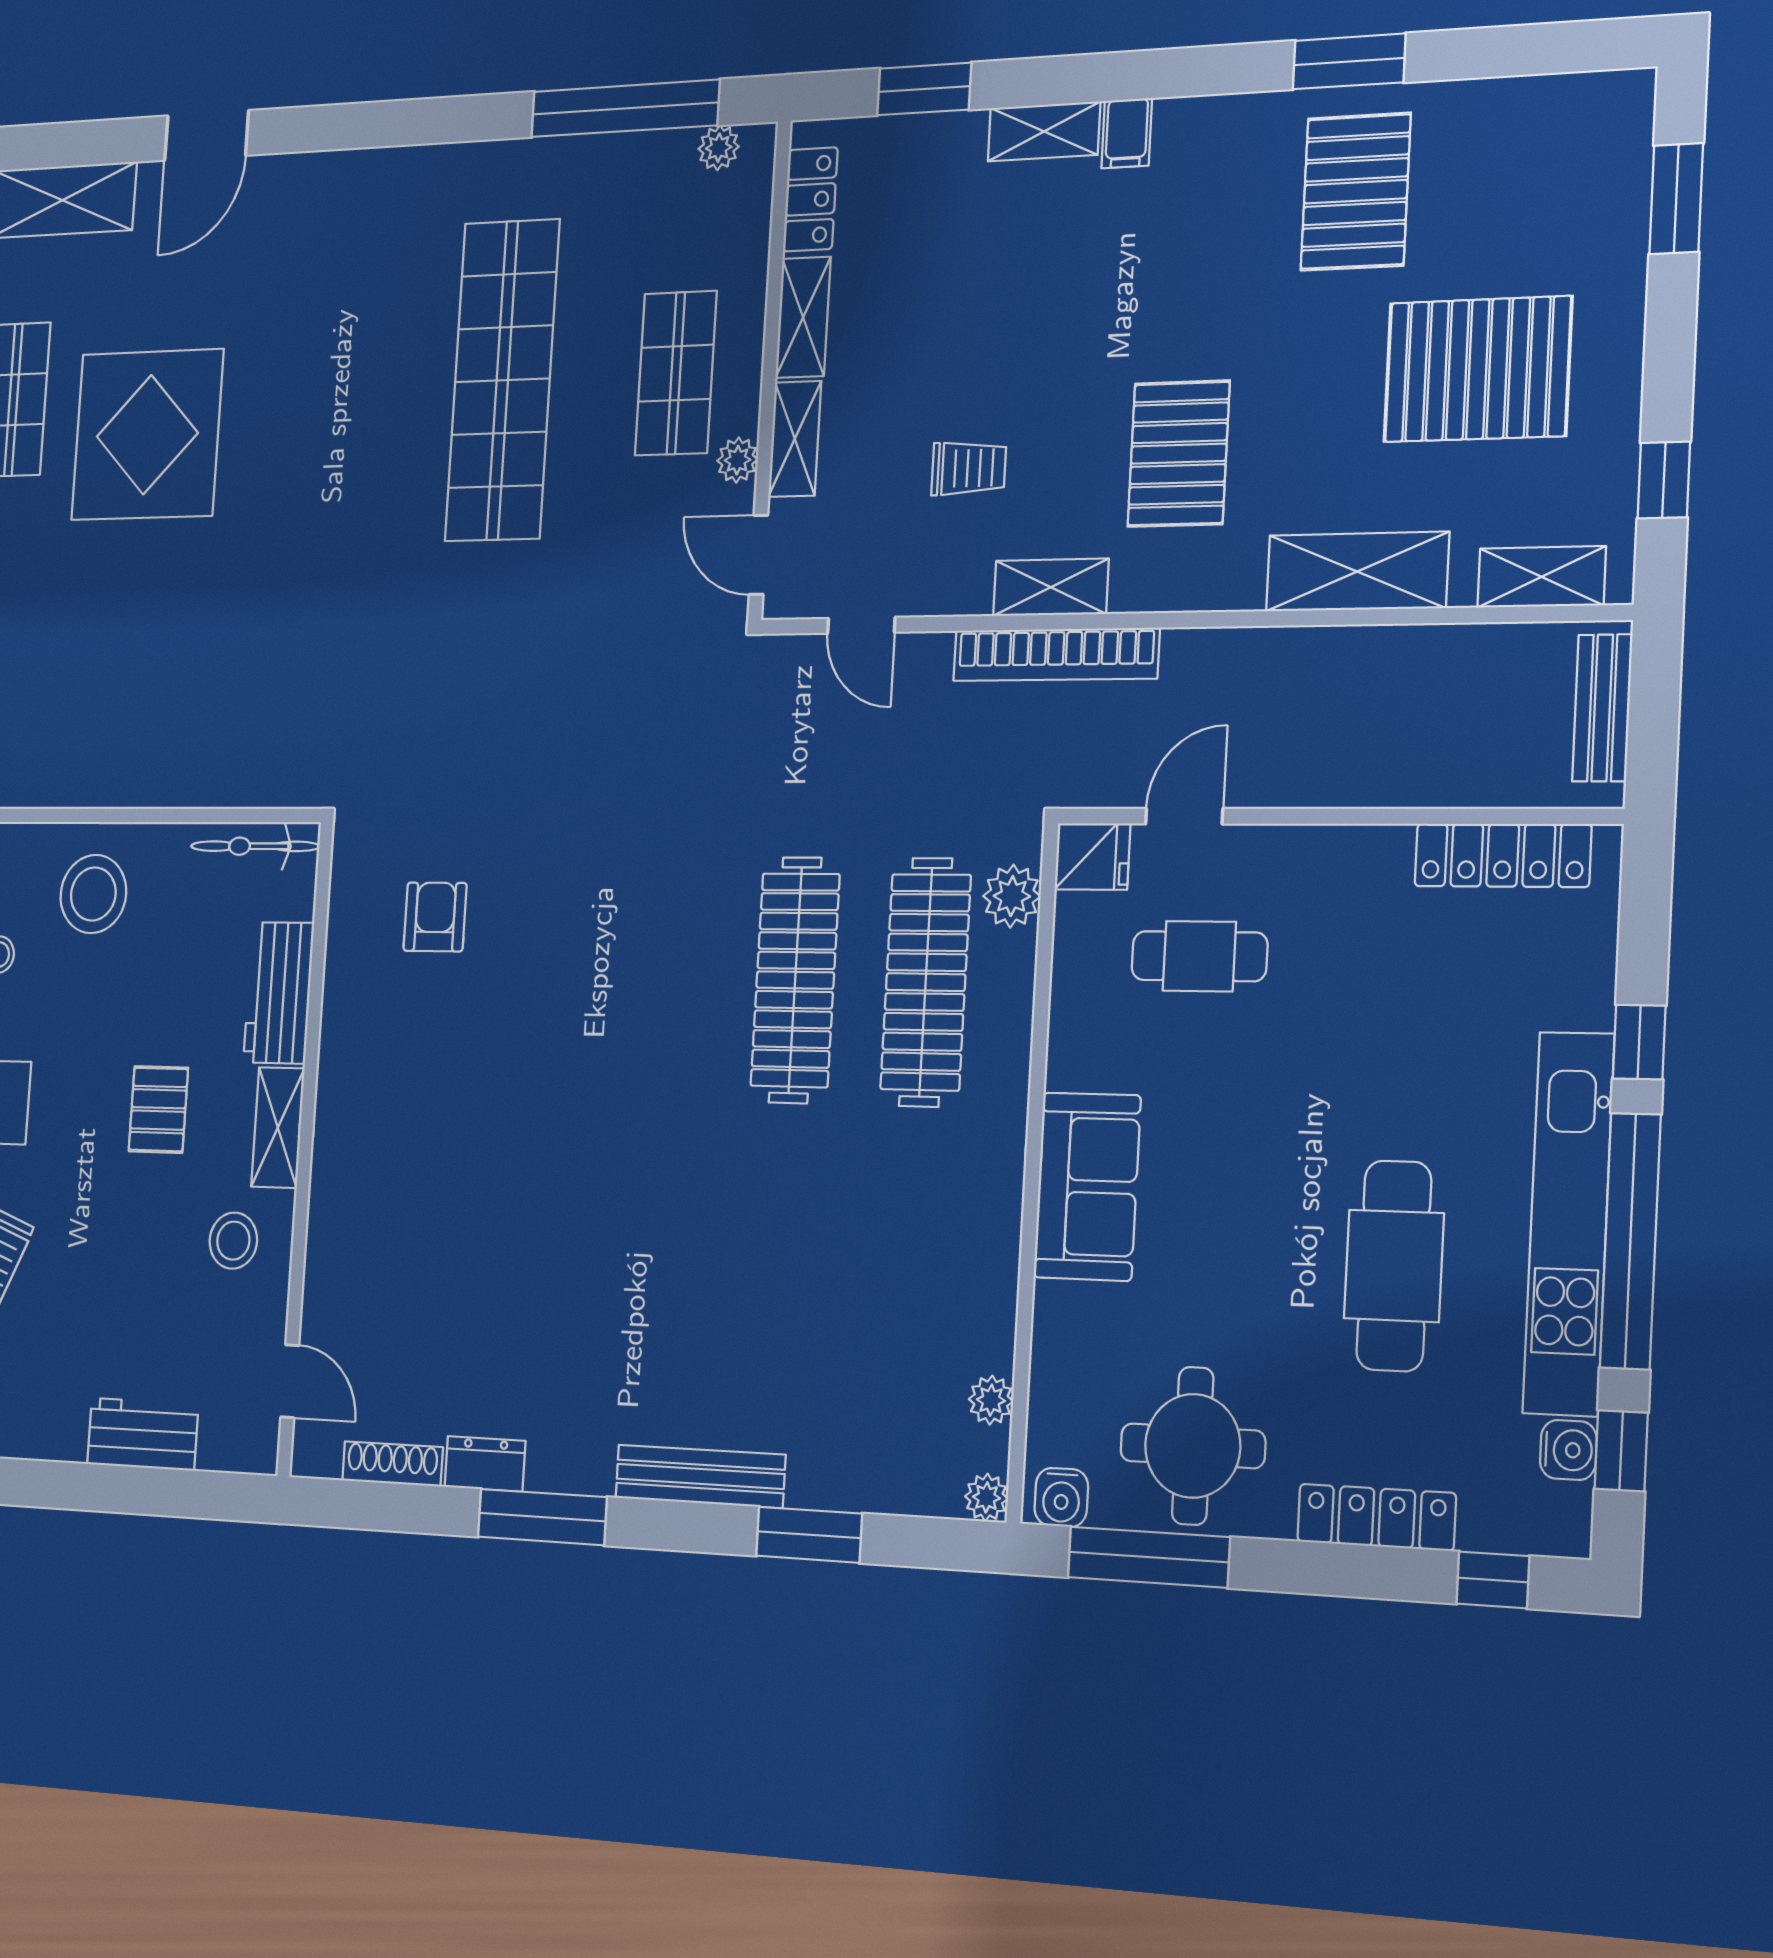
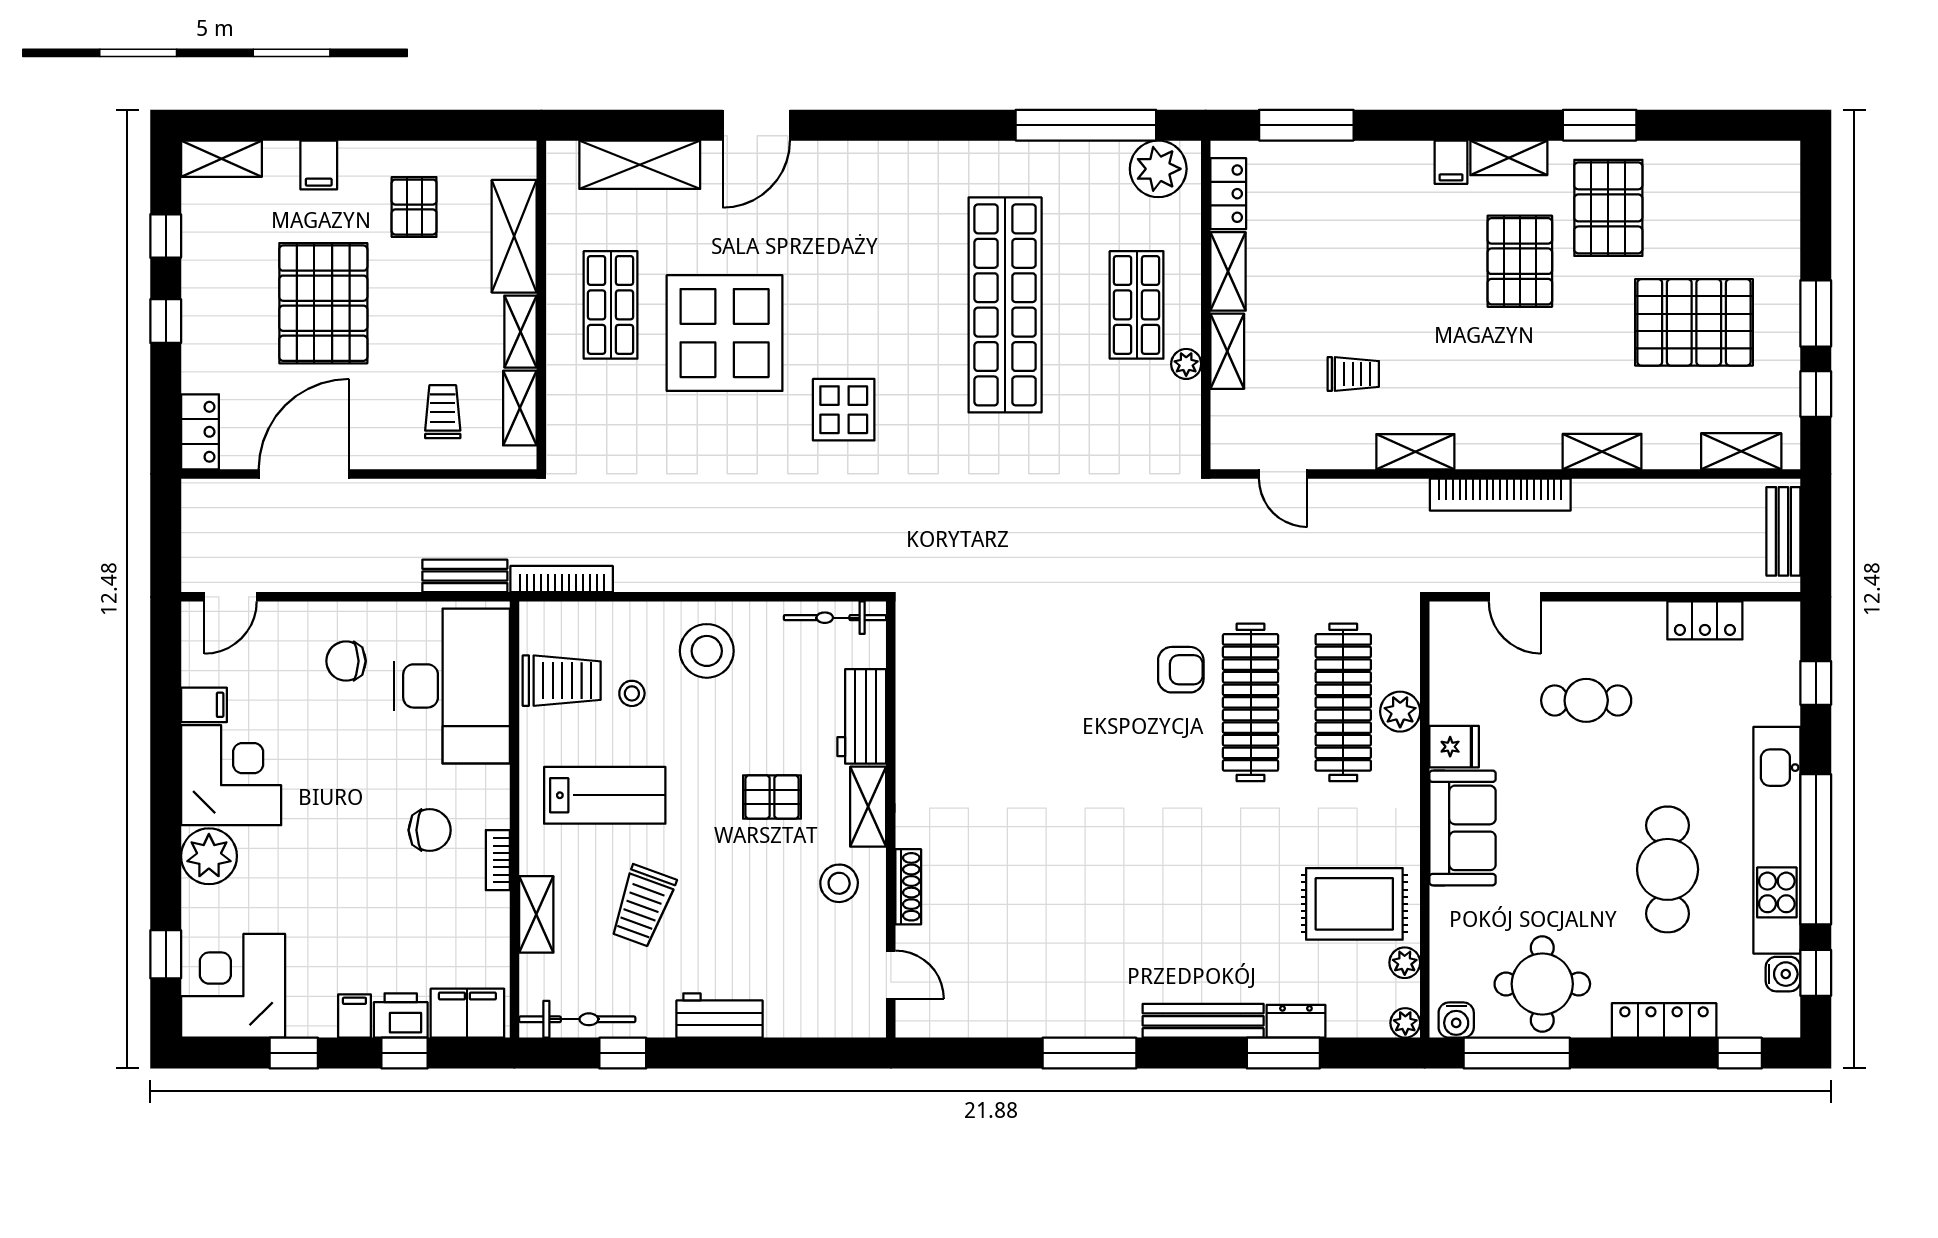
window: (924, 89) -> (1306, 125), width x1.44
shelving: (1044, 131) -> (1509, 158), moved
plant: (719, 148) -> (1158, 169), width x1.88, depth x1.88
window: (1676, 199) -> (1816, 313), moved
pallet: (1179, 454) -> (1520, 261), moved
display table: (286, 541) -> (844, 410), added
door: (759, 555) -> (1206, 427), removed
shelving: (1357, 572) -> (1602, 452), width x0.67, depth x0.75
bookcase: (1056, 654) -> (1500, 495), moved
door: (1184, 816) -> (1515, 597), swing flipped
locker: (1503, 855) -> (1705, 620), width x0.66
fridge: (1092, 857) -> (1454, 747), moved
plant: (1012, 896) -> (1400, 712), moved
armchair: (435, 917) -> (1181, 670), moved, turned 90
cafe table: (1199, 956) -> (1586, 700), moved
window: (1639, 1042) -> (1816, 683), moved
pallet: (158, 1109) -> (772, 797), turned 90
rug: (924, 1302) -> (1354, 904), added
workbench: (143, 1434) -> (719, 1015), moved
shoe rack: (392, 1464) -> (908, 887), moved, turned 90
dresser: (485, 1464) -> (1296, 1021), moved

